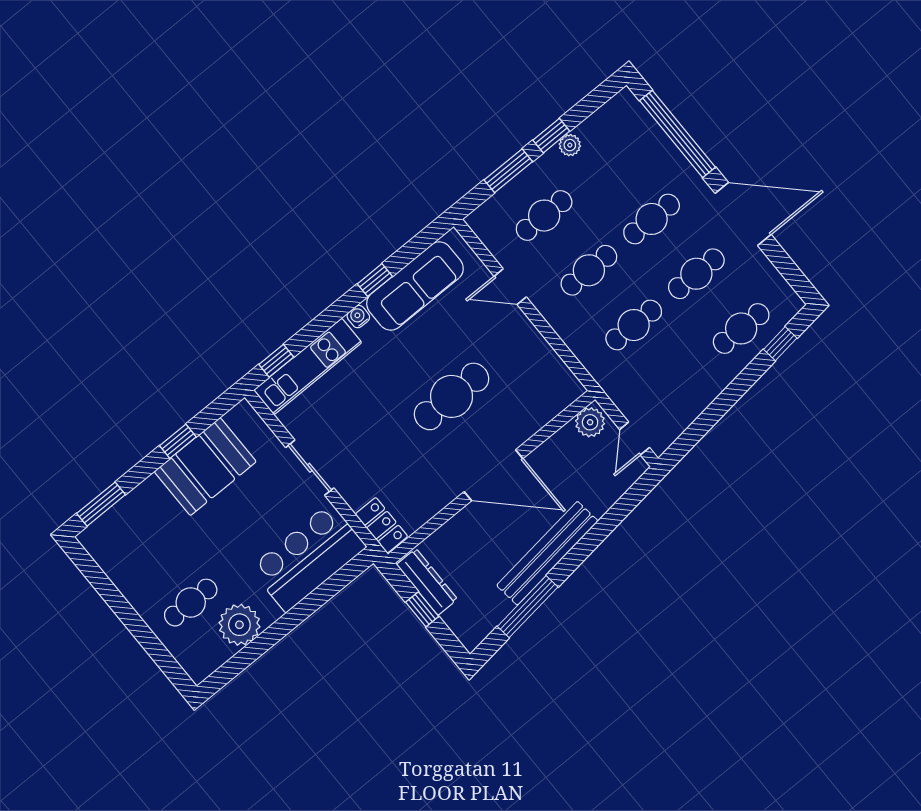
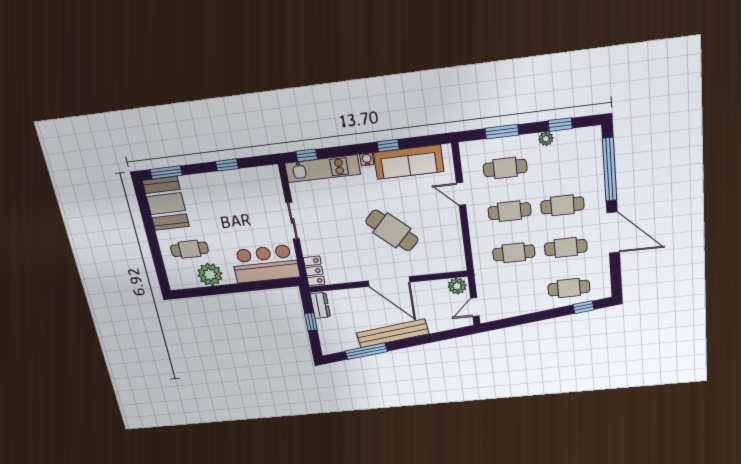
window: (551, 136) -> (560, 125), moved
cafe table: (452, 396) -> (392, 230), turned 43
booth: (205, 467) -> (166, 204), moved, turned 90
dresser: (427, 582) -> (320, 305), width x0.70

